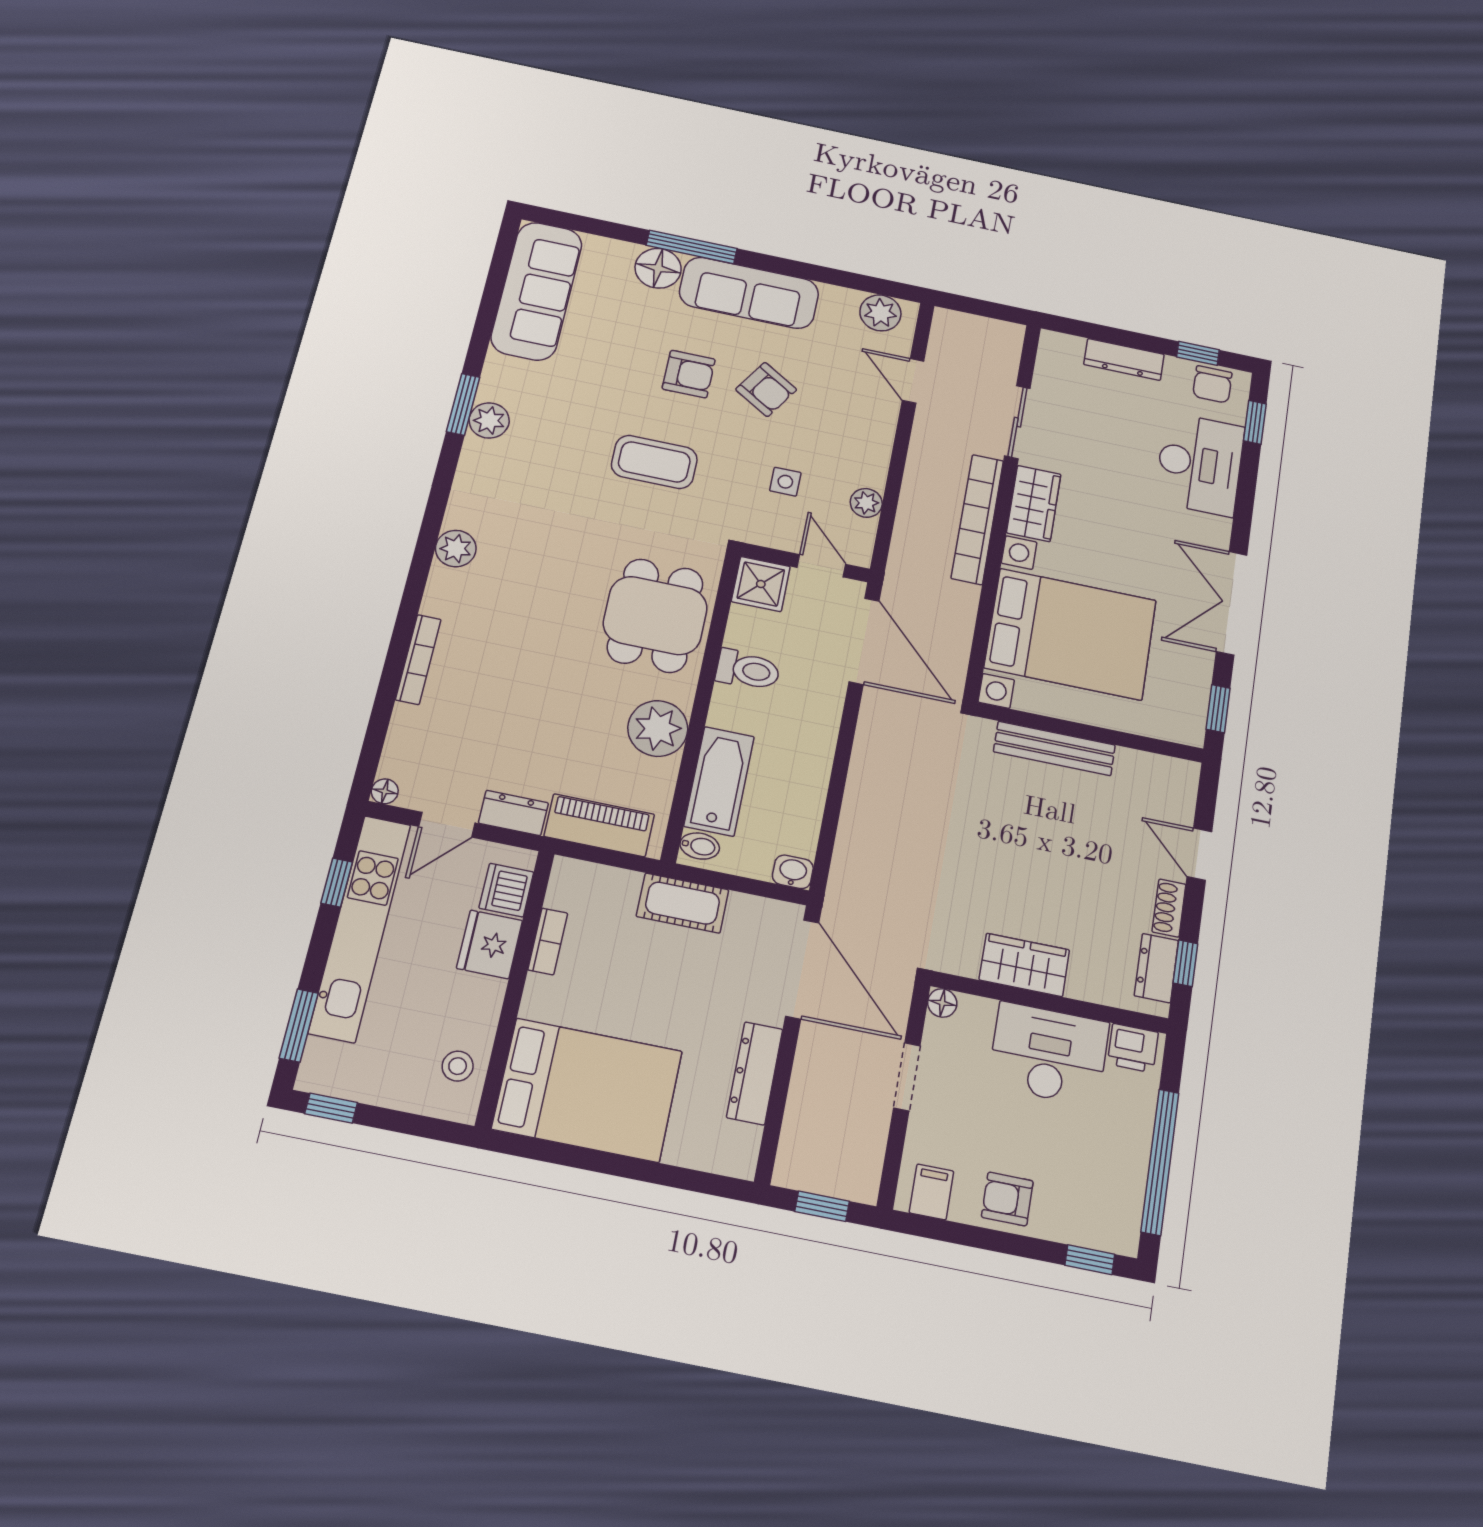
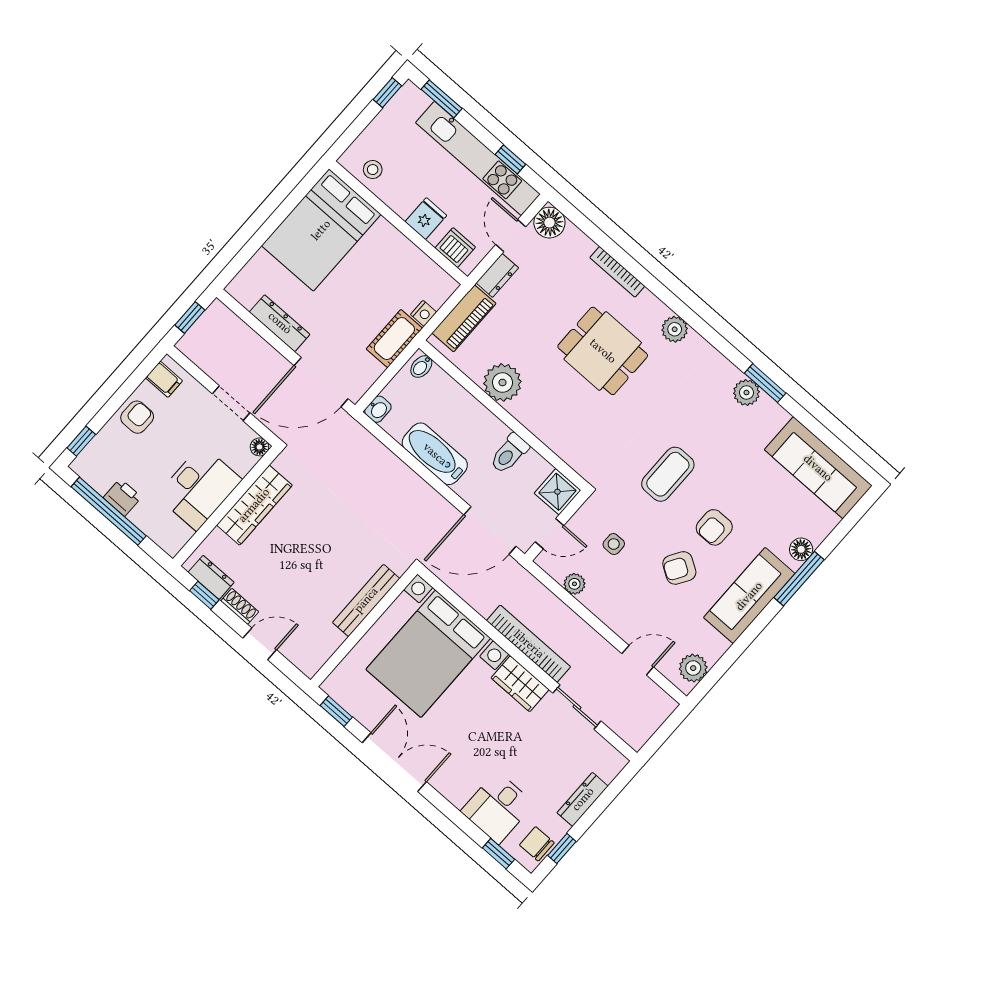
floor lamp: (658, 268) -> (801, 549), width x0.73, depth x0.73
desk: (1200, 464) -> (498, 808), width x0.73
dining table: (655, 616) -> (603, 351), moved
bathtub: (719, 781) -> (435, 454), moved, turned 180
floor lamp: (385, 791) -> (549, 223), width x1.89, depth x1.89
nightstand: (624, 883) -> (424, 313), added
bookcase: (548, 941) -> (414, 254), removed
fridge: (490, 944) -> (426, 219), width x0.72
wardrobe: (1024, 965) -> (254, 505), width x1.50
printer: (1133, 1048) -> (122, 497), moved, turned 90

